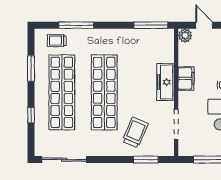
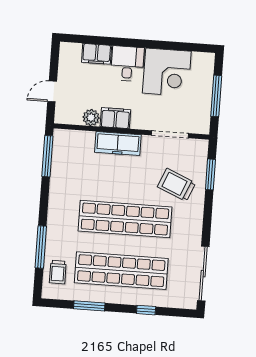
plant: (185, 35) -> (91, 118), moved

